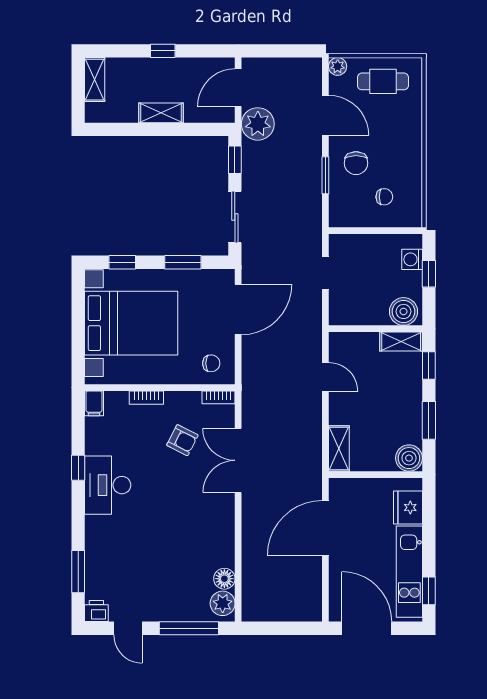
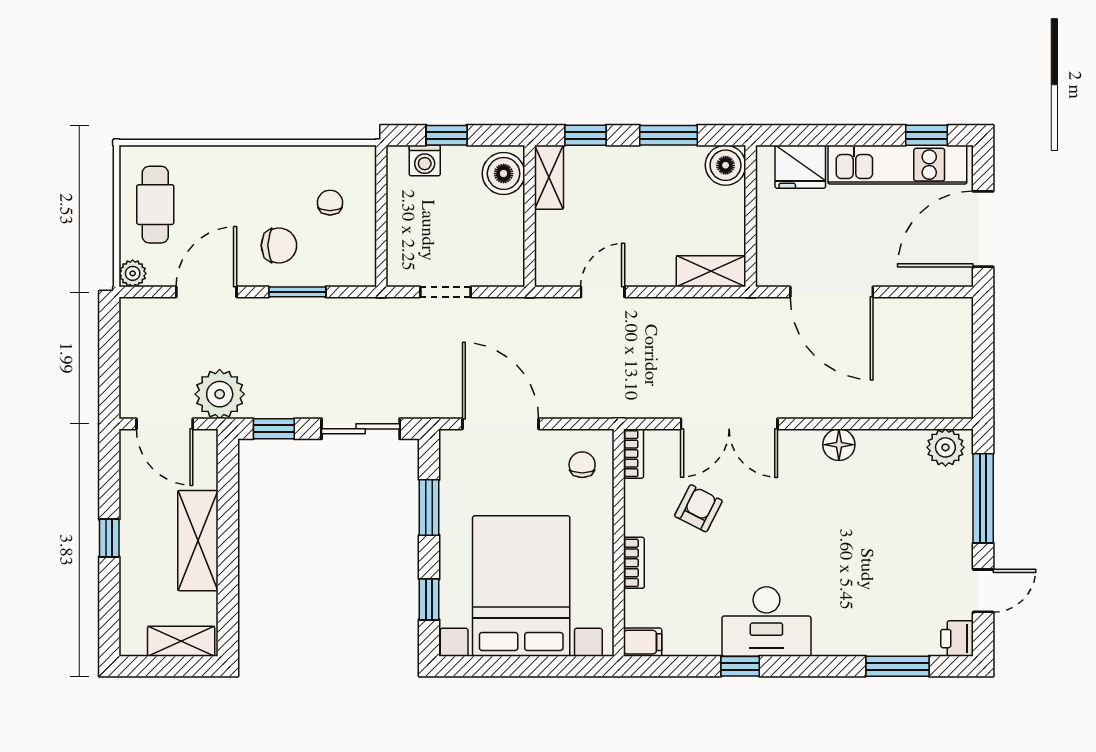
shelving: (95, 80) -> (181, 641), moved
shelving: (161, 113) -> (198, 541), width x1.50, depth x1.33
floor lamp: (224, 579) -> (839, 445), moved

